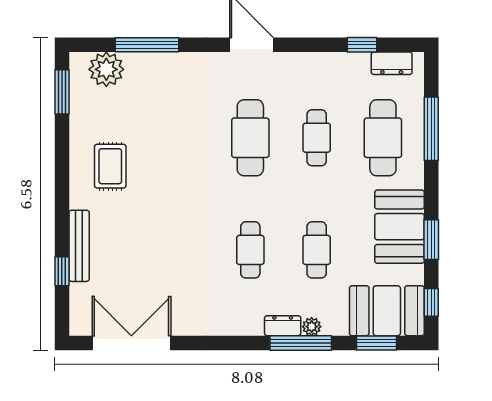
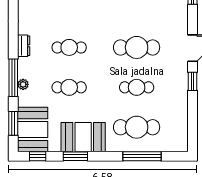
window: (362, 45) -> (193, 81), moved
dresser: (392, 63) -> (181, 132), removed
dresser: (283, 326) -> (24, 46), moved

